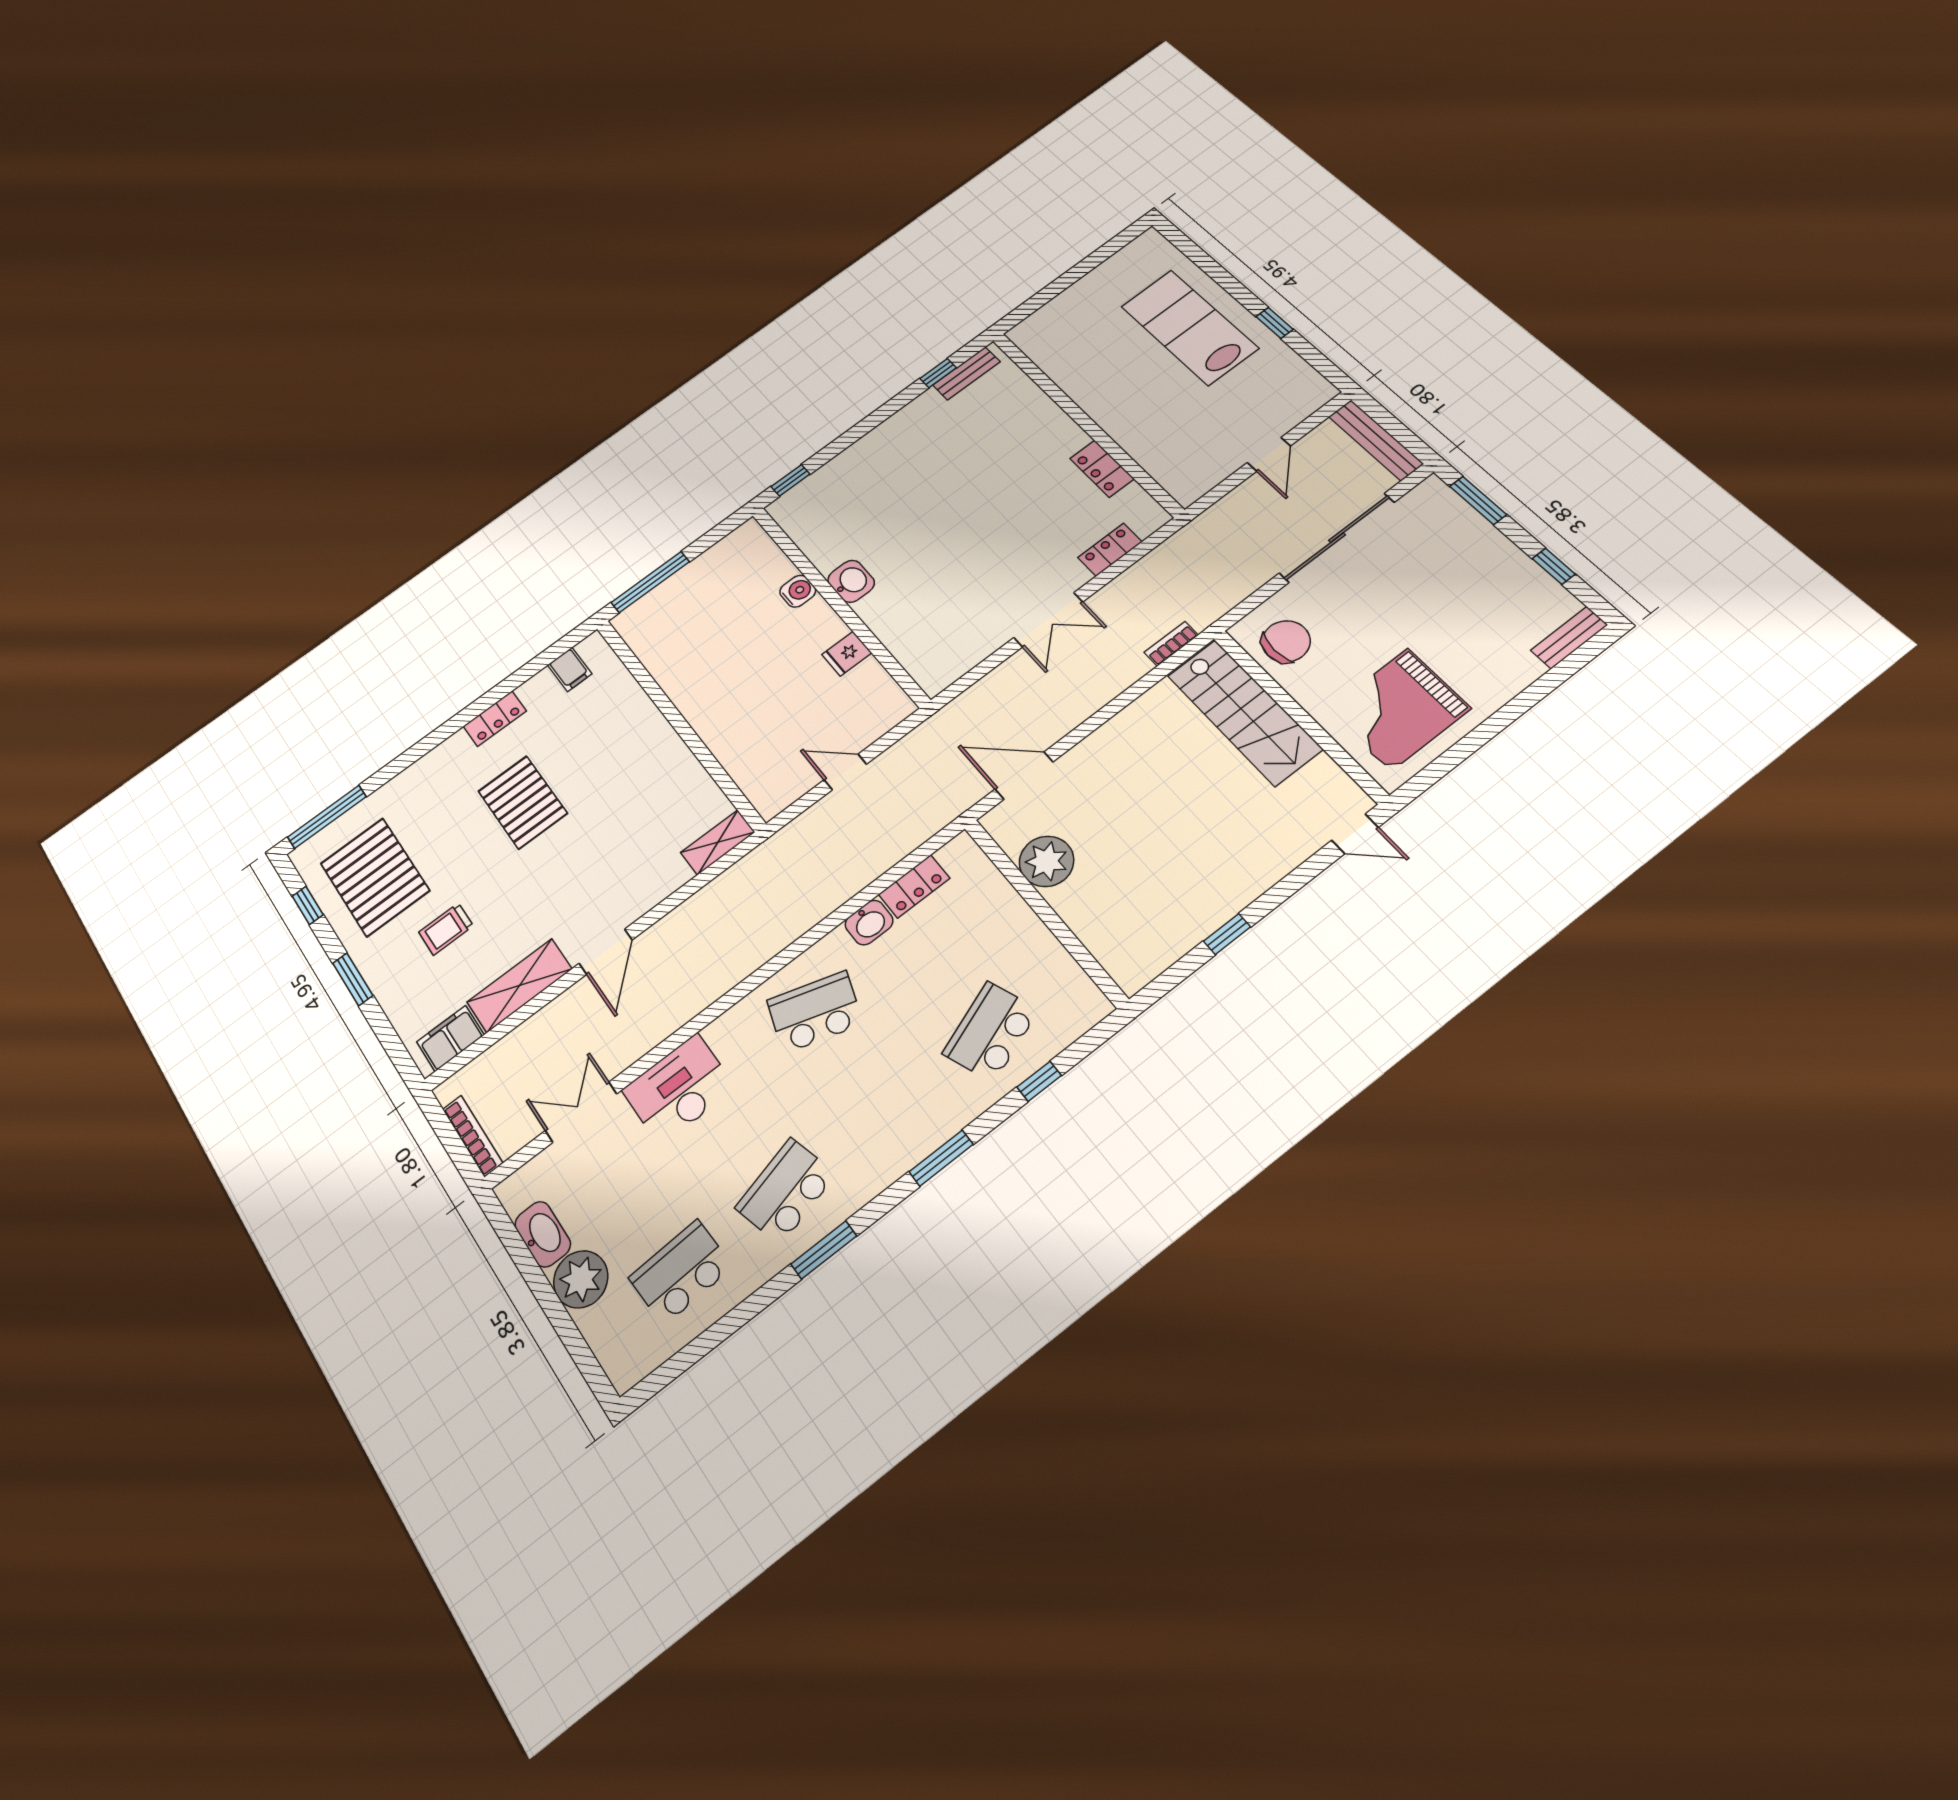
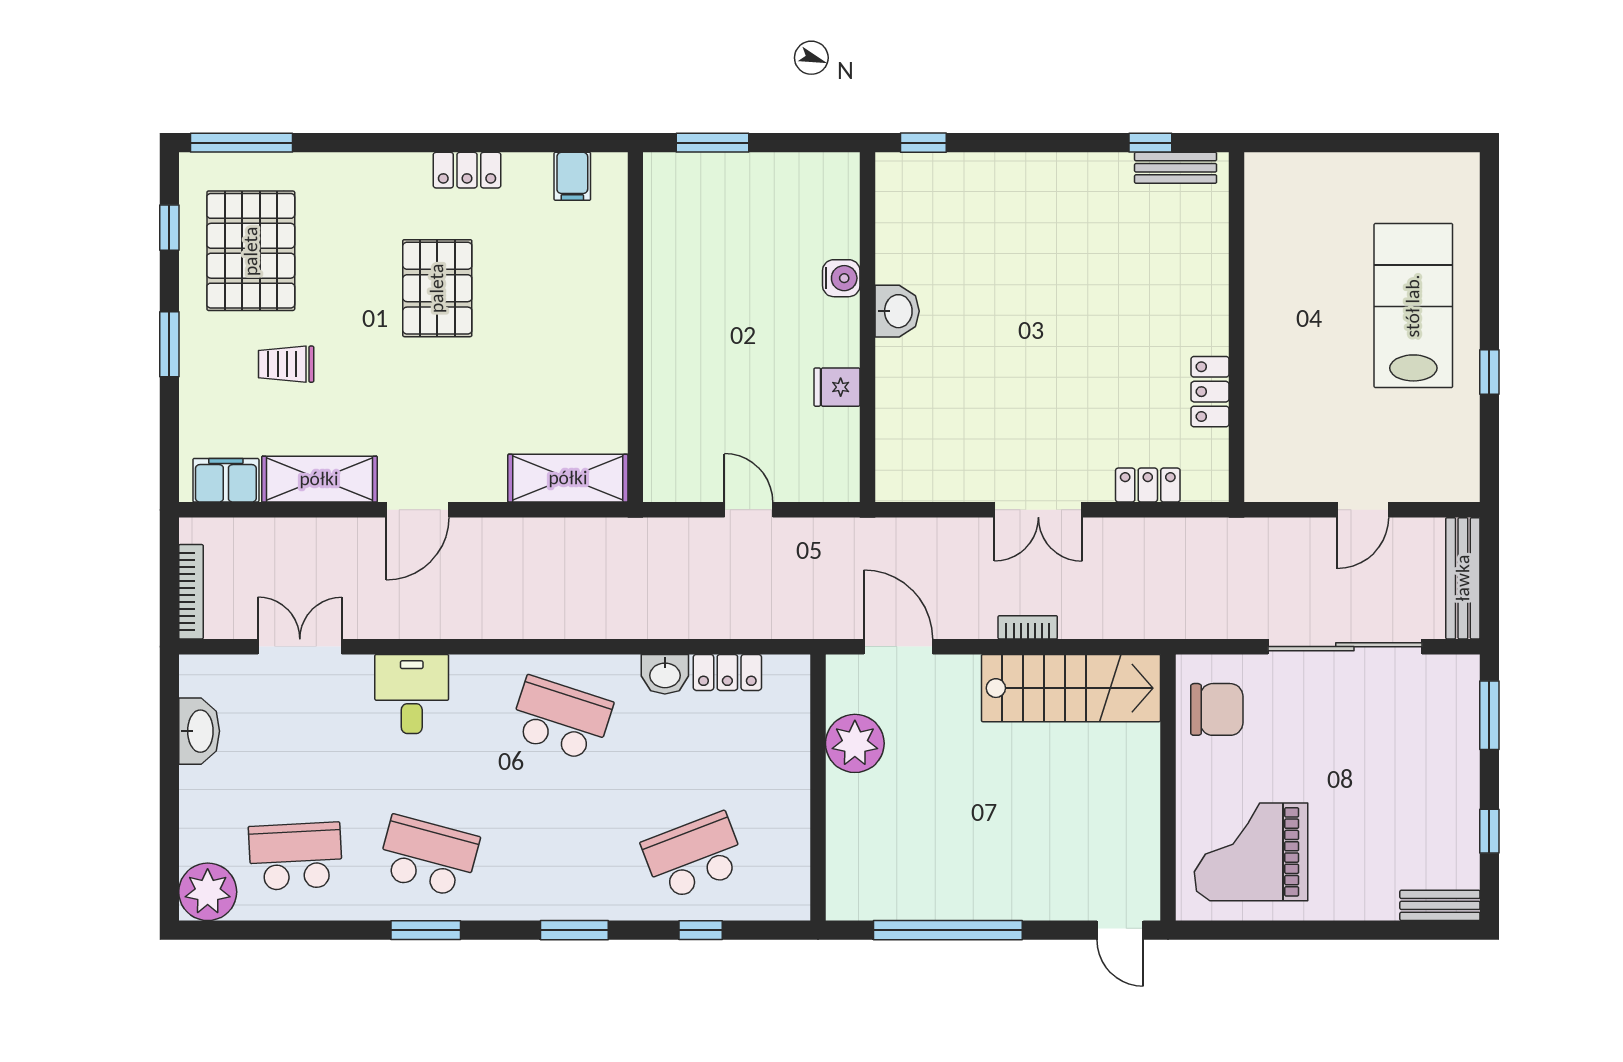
window: (650, 582) -> (712, 143), width x0.69
bookcase: (1171, 644) -> (1028, 627), moved
stairs: (1244, 712) -> (1071, 688), moved, turned -90
shelving: (718, 842) -> (568, 478), width x1.50, depth x1.33
window: (1227, 934) -> (948, 930), width x3.17
desk: (679, 1089) -> (412, 694), width x0.73
school desk: (786, 1191) -> (428, 856), turned 30
plant: (581, 1279) -> (208, 892), moved

